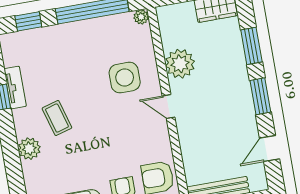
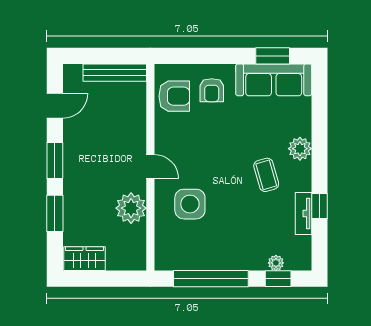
plant: (141, 17) -> (276, 263), moved

